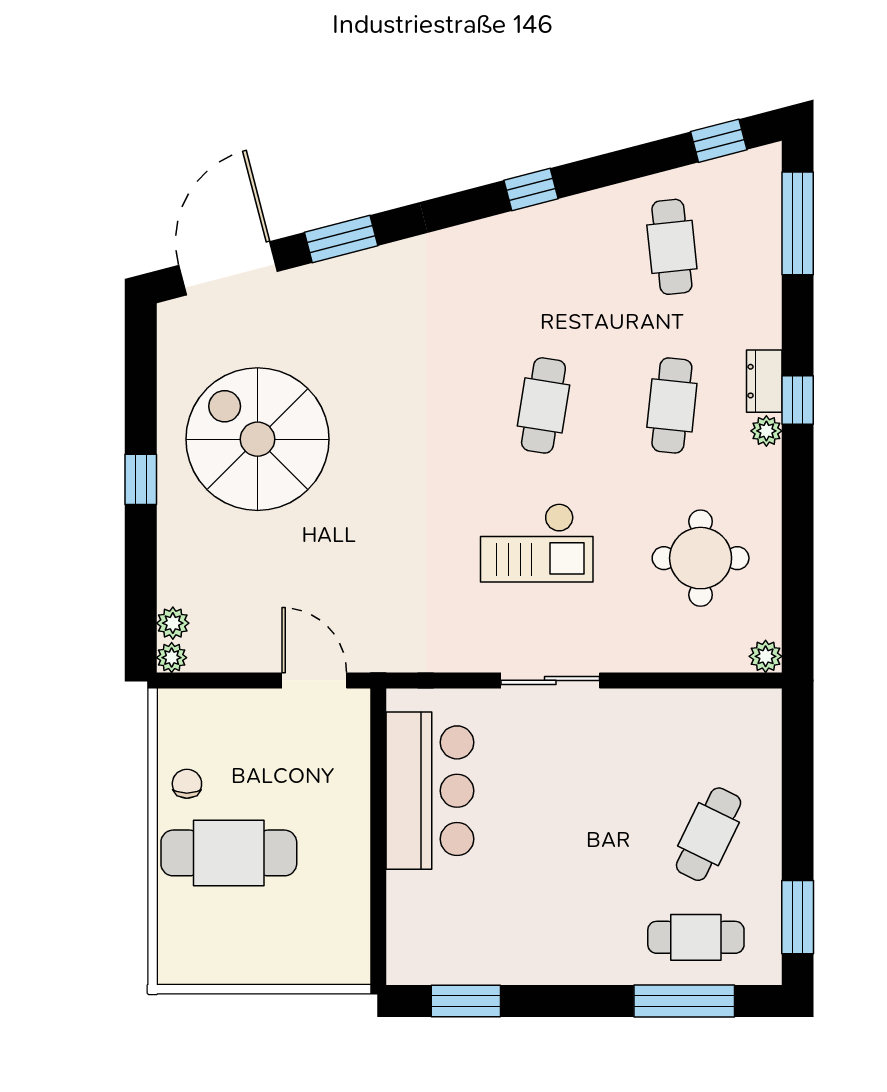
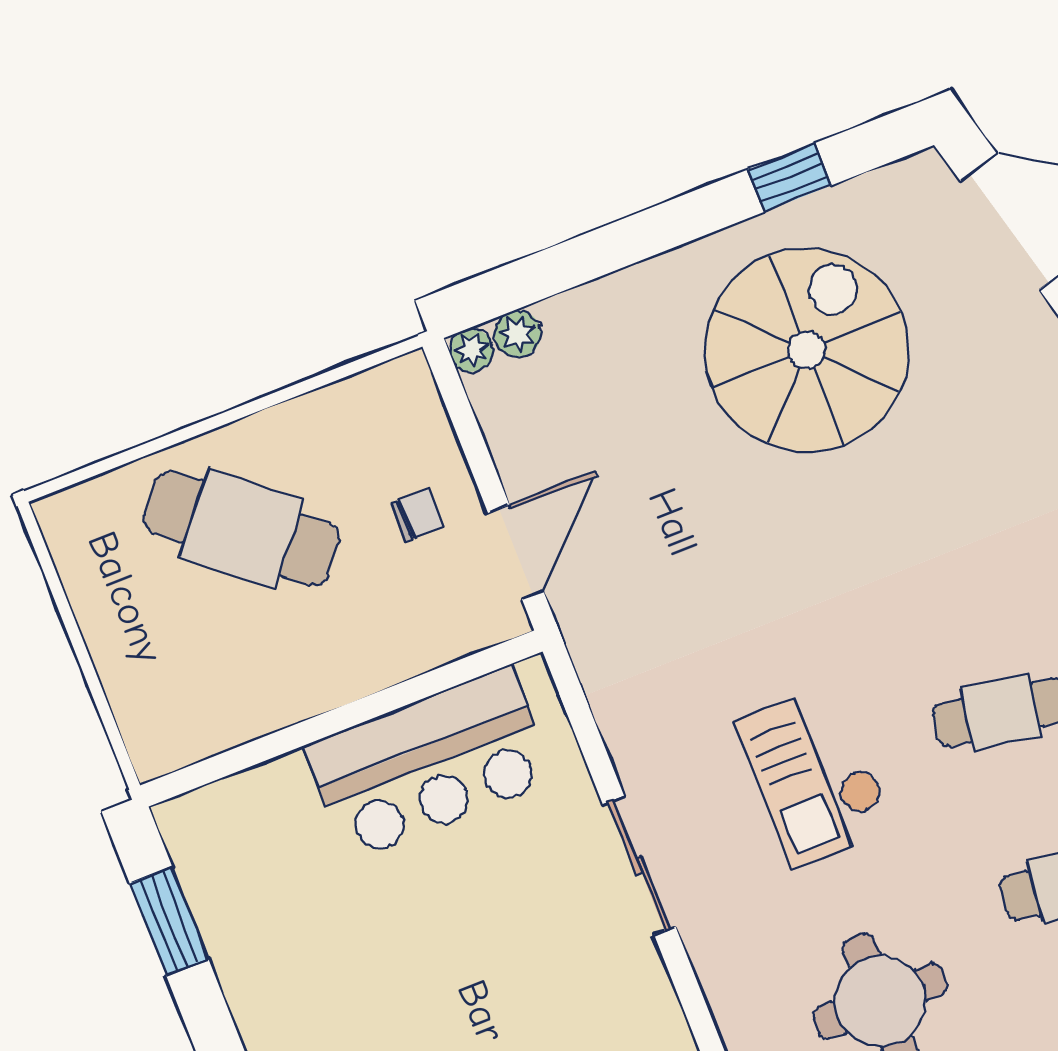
window: (141, 479) -> (790, 178), moved
chair: (187, 784) -> (417, 515), moved
cafe table: (229, 853) -> (242, 528), turned -50

